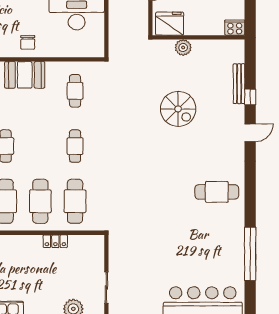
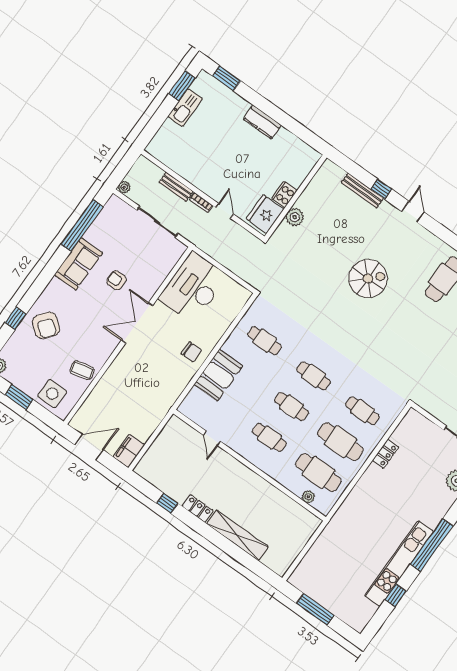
cooker: (235, 28) -> (284, 195), moved
spiral stairs: (178, 109) -> (368, 278), moved
cafe table: (40, 146) -> (291, 407), added
cafe table: (75, 201) -> (363, 411), width x0.73, depth x0.74

